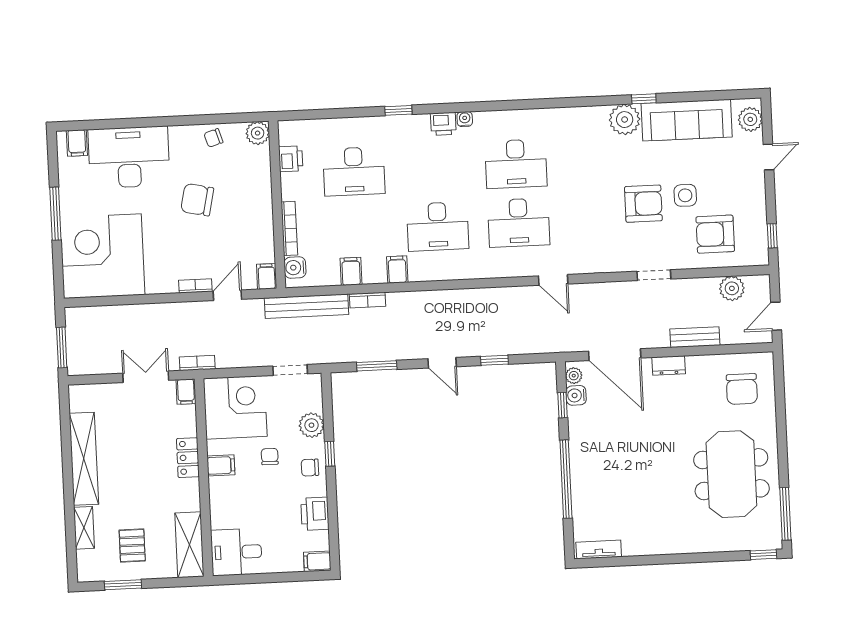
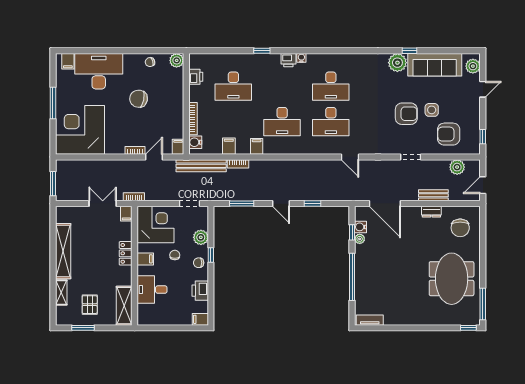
dresser: (669, 366) -> (431, 212), moved
plant: (574, 376) -> (360, 239), moved
desk: (236, 552) -> (152, 290), moved

